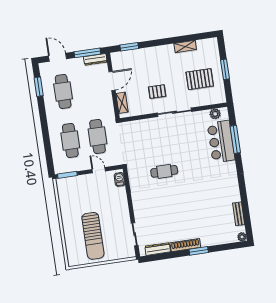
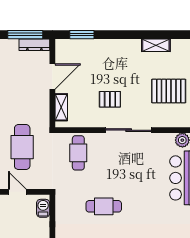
cafe table: (140, 135) -> (78, 153), added

